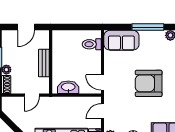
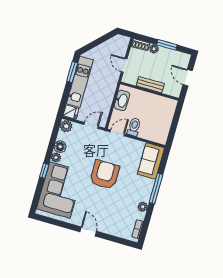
toilet: (92, 44) -> (134, 127), moved
door: (102, 111) -> (91, 125), hinge flipped

